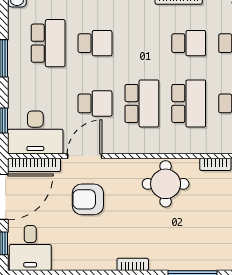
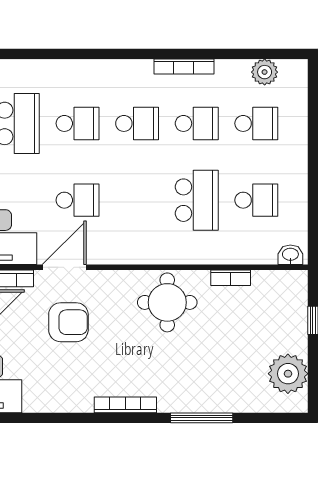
school desk: (142, 103) -> (137, 123), moved, width x0.54
armchair: (88, 199) -> (68, 322), turned 180
bookcase: (133, 264) -> (125, 405), width x1.56

